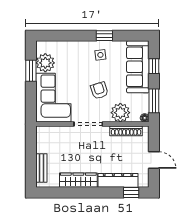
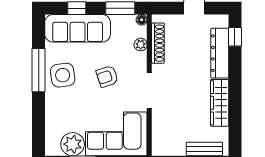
window: (104, 36) -> (39, 70), width x2.17
side table: (100, 55) -> (63, 75), width x1.87, depth x1.87
plant: (120, 113) -> (141, 45), width x0.53, depth x0.53

